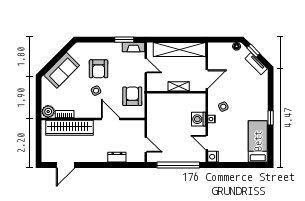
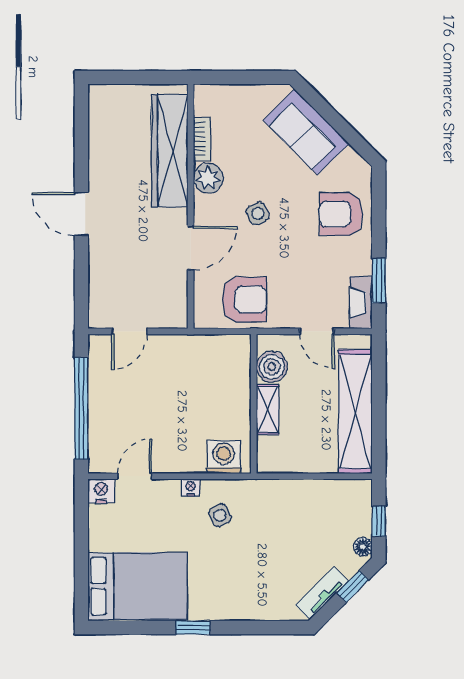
window: (226, 40) -> (379, 521), added
door: (146, 66) -> (317, 331), hinge flipped
armchair: (99, 69) -> (341, 214), moved
door: (207, 79) -> (285, 476), removed
boiler: (161, 85) -> (272, 367), added
plant: (48, 112) -> (208, 178), moved
washing machine: (199, 119) -> (224, 457), moved
bed: (258, 141) -> (137, 586), width x1.50
dresser: (117, 157) -> (100, 263), removed
door: (66, 165) -> (81, 214), moved

